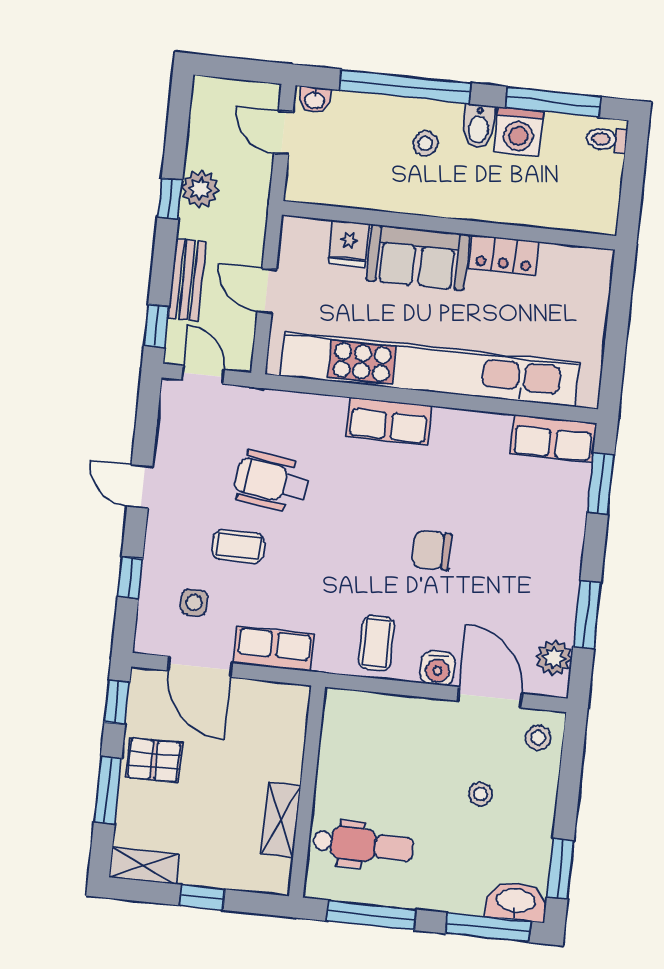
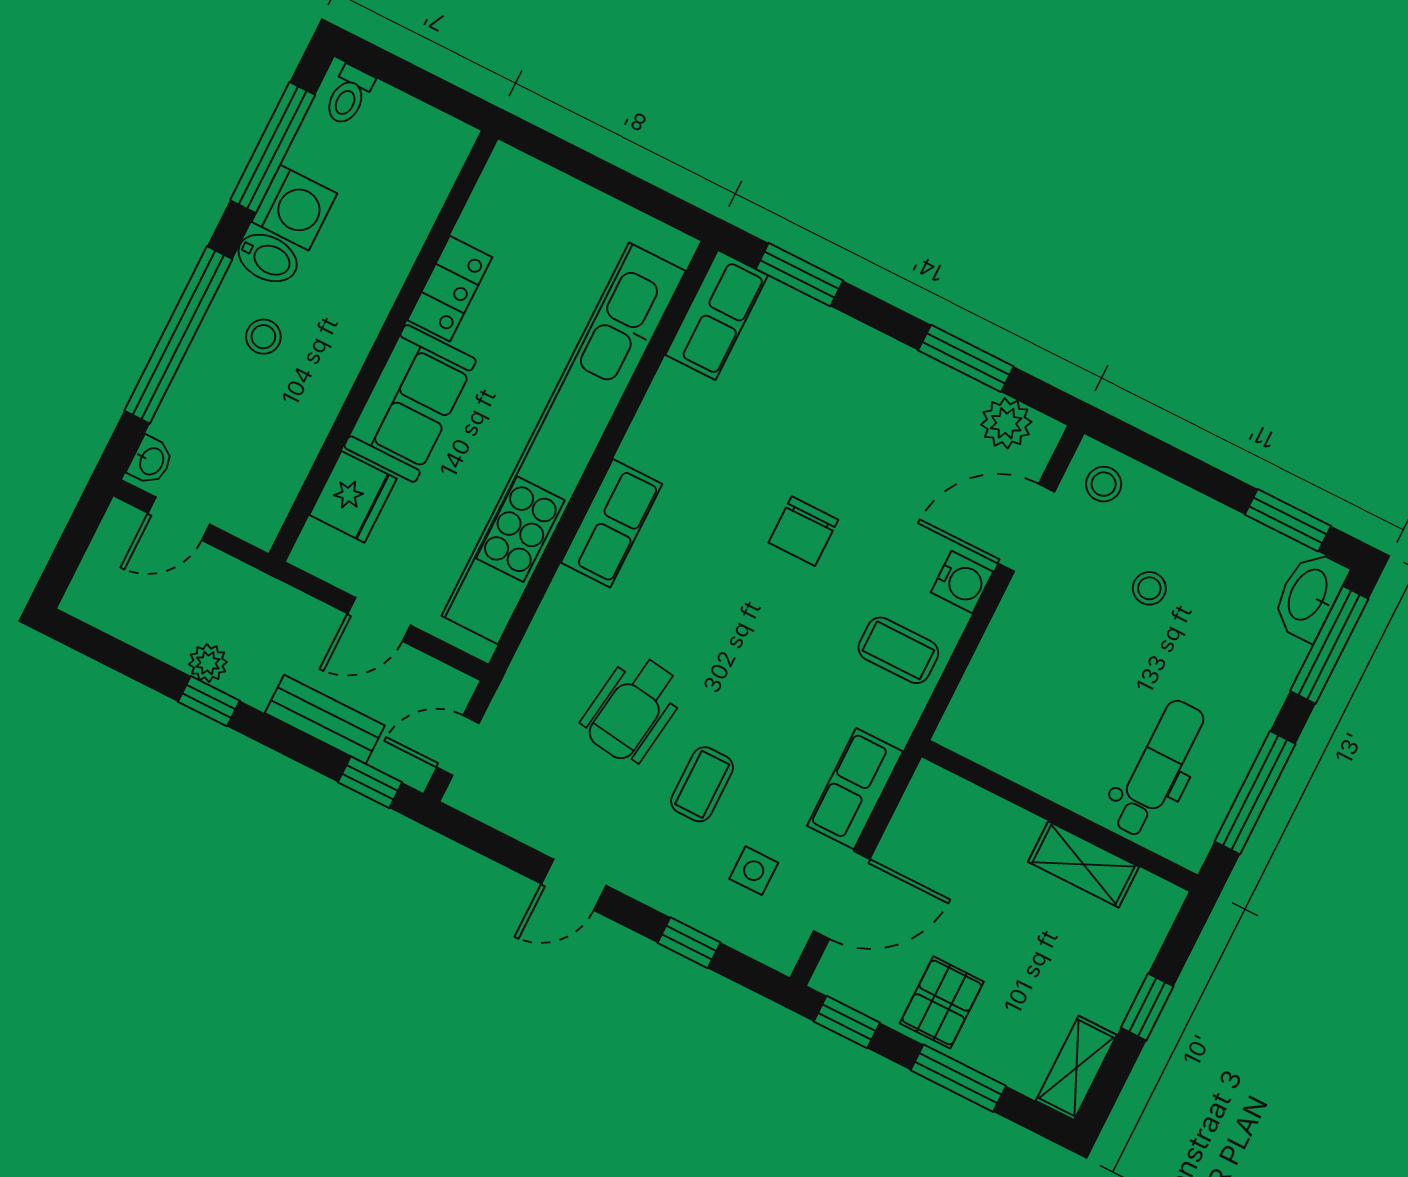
plant: (200, 189) -> (208, 663), width x0.73, depth x0.73
fridge: (349, 244) -> (353, 497), width x1.38

